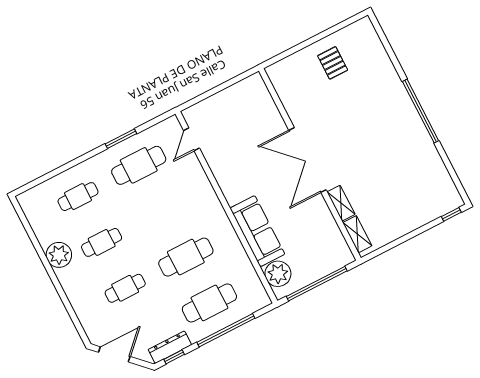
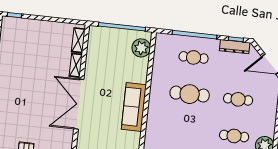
double door: (308, 160) -> (79, 104), swing flipped
sofa: (257, 231) -> (134, 107), moved
cafe table: (209, 303) -> (194, 57), width x0.73, depth x0.74

